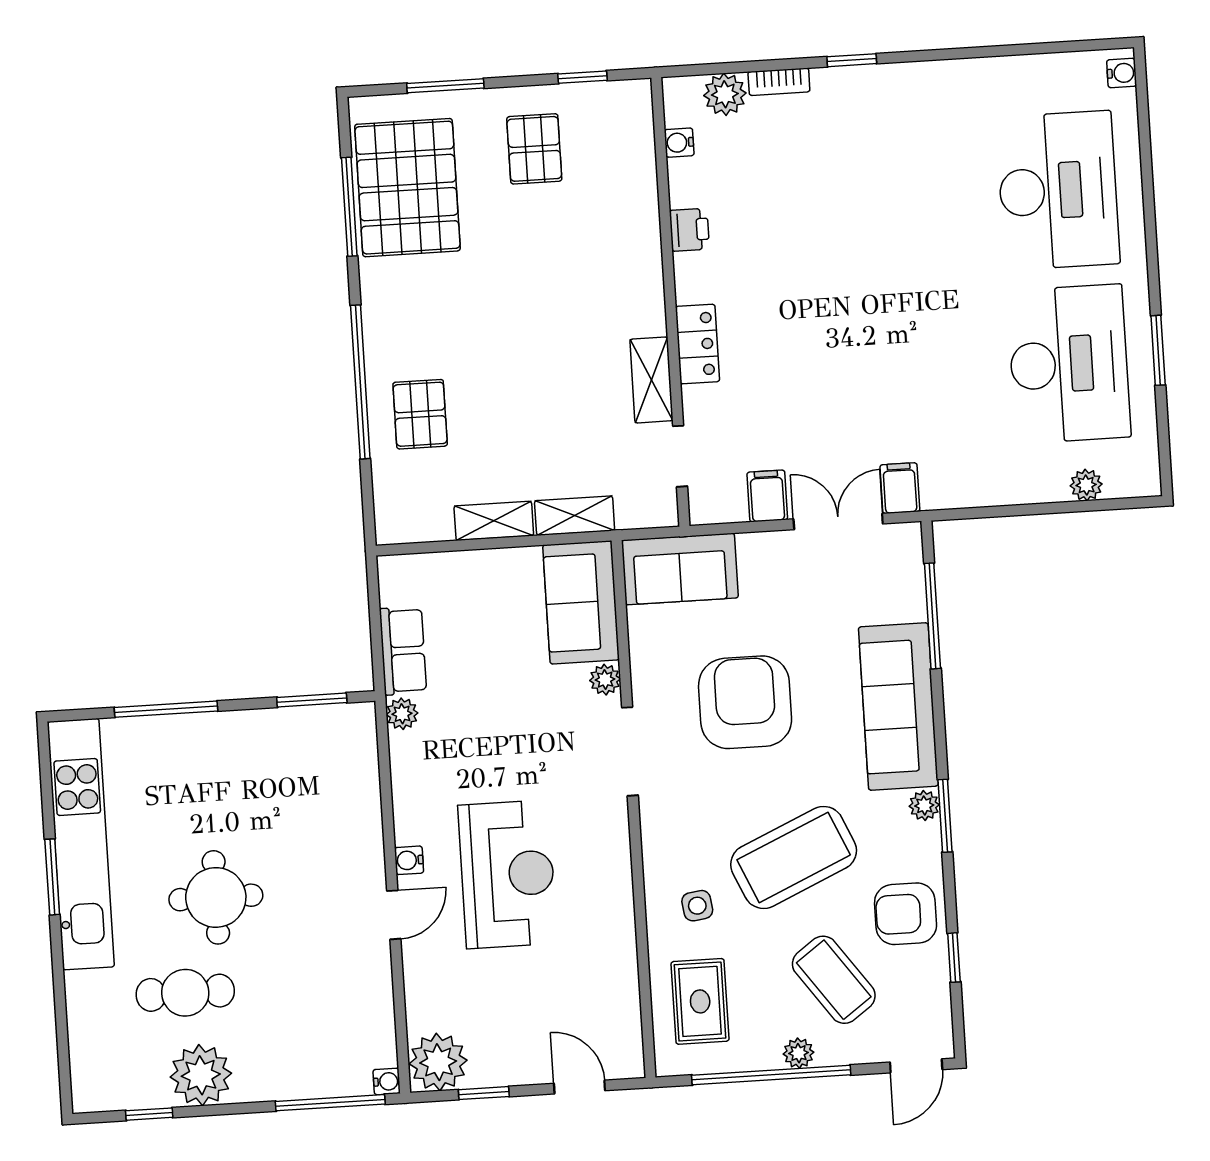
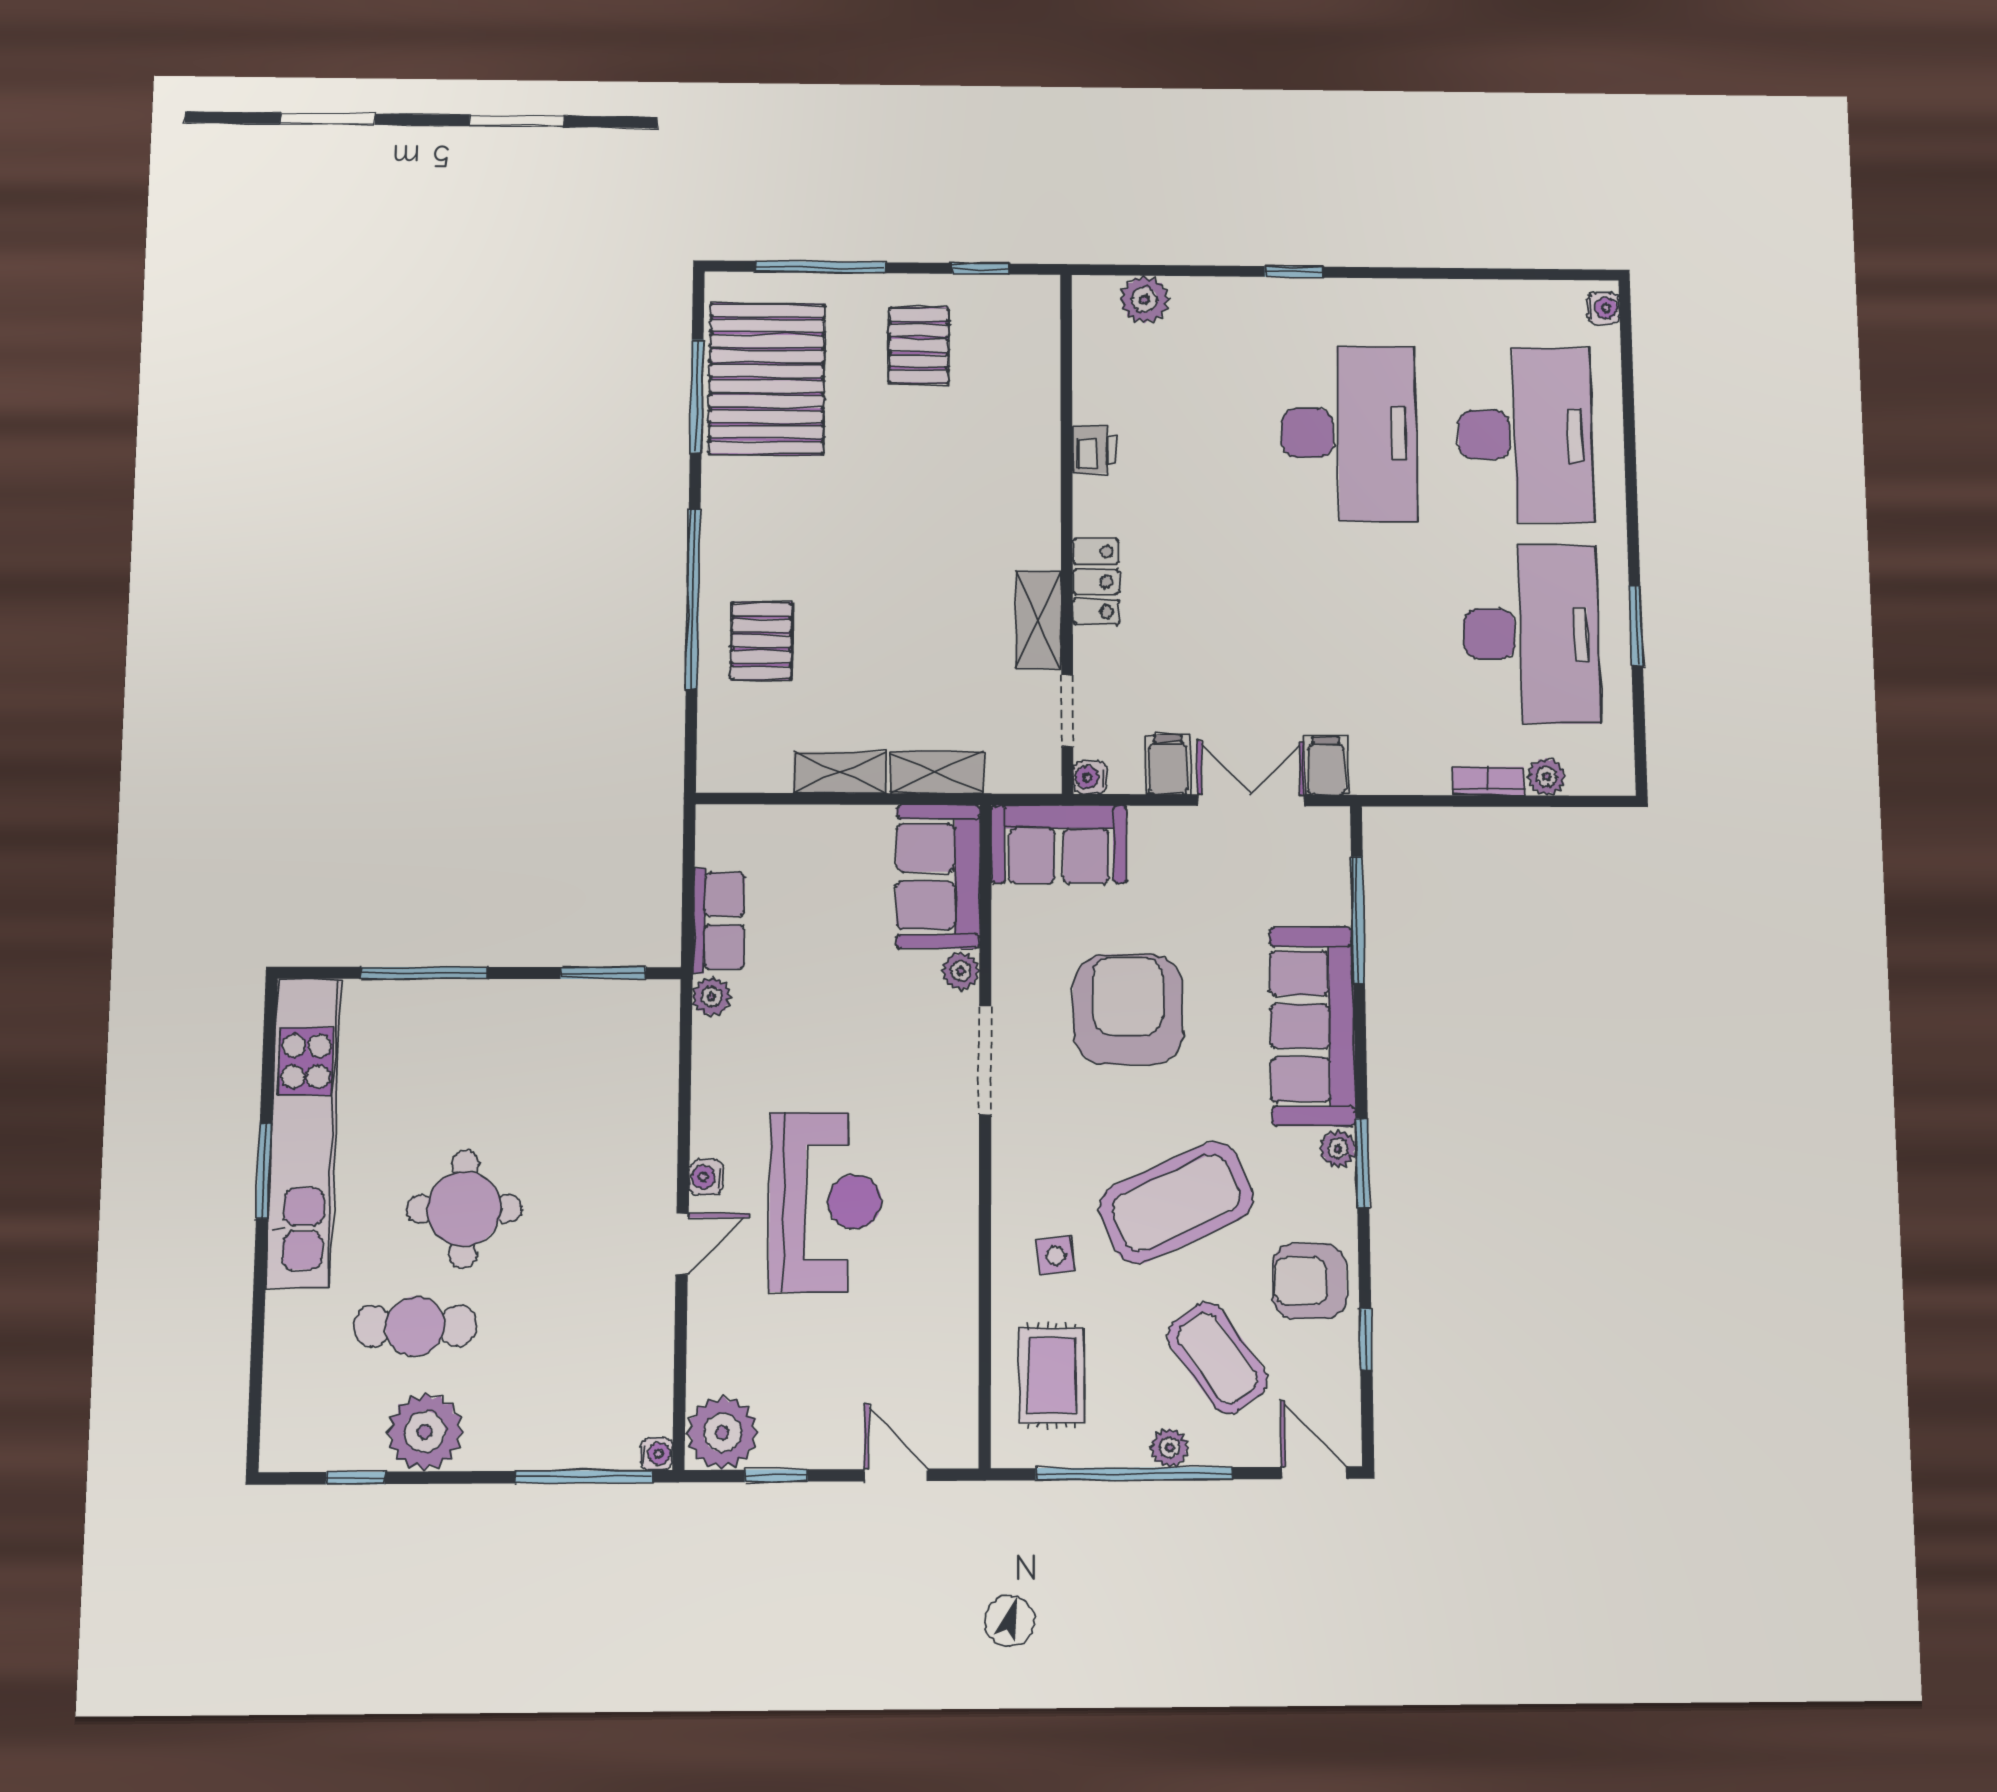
bookcase: (779, 82) -> (1488, 781), moved, turned 180
window: (445, 86) -> (820, 267), width x1.44
water cooler: (679, 143) -> (1090, 777), moved
desk: (906, 200) -> (1349, 433), added
door: (916, 1066) -> (1313, 1473), swing flipped

